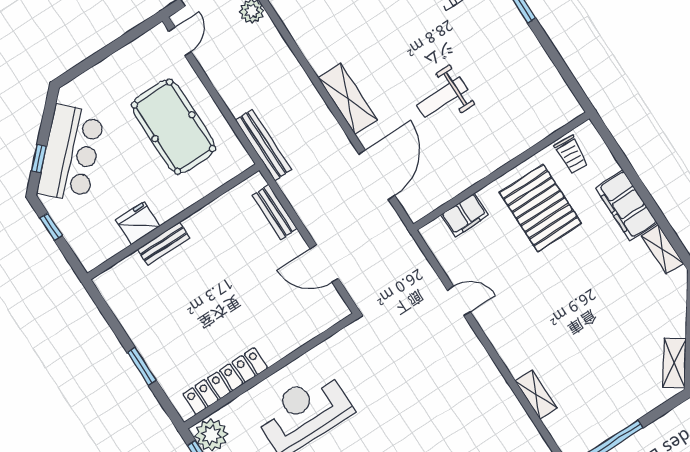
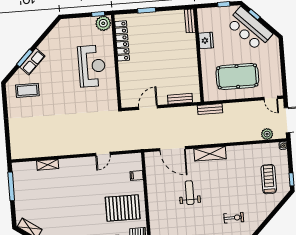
bench: (263, 145) -> (210, 109), width x0.73
filing cabinet: (465, 215) -> (137, 176), width x0.50
bench: (164, 244) -> (190, 21), moved

